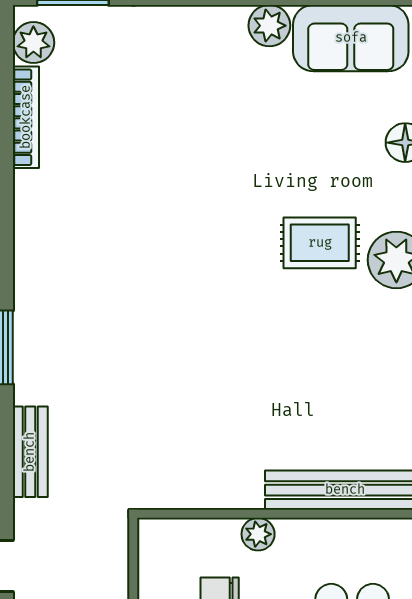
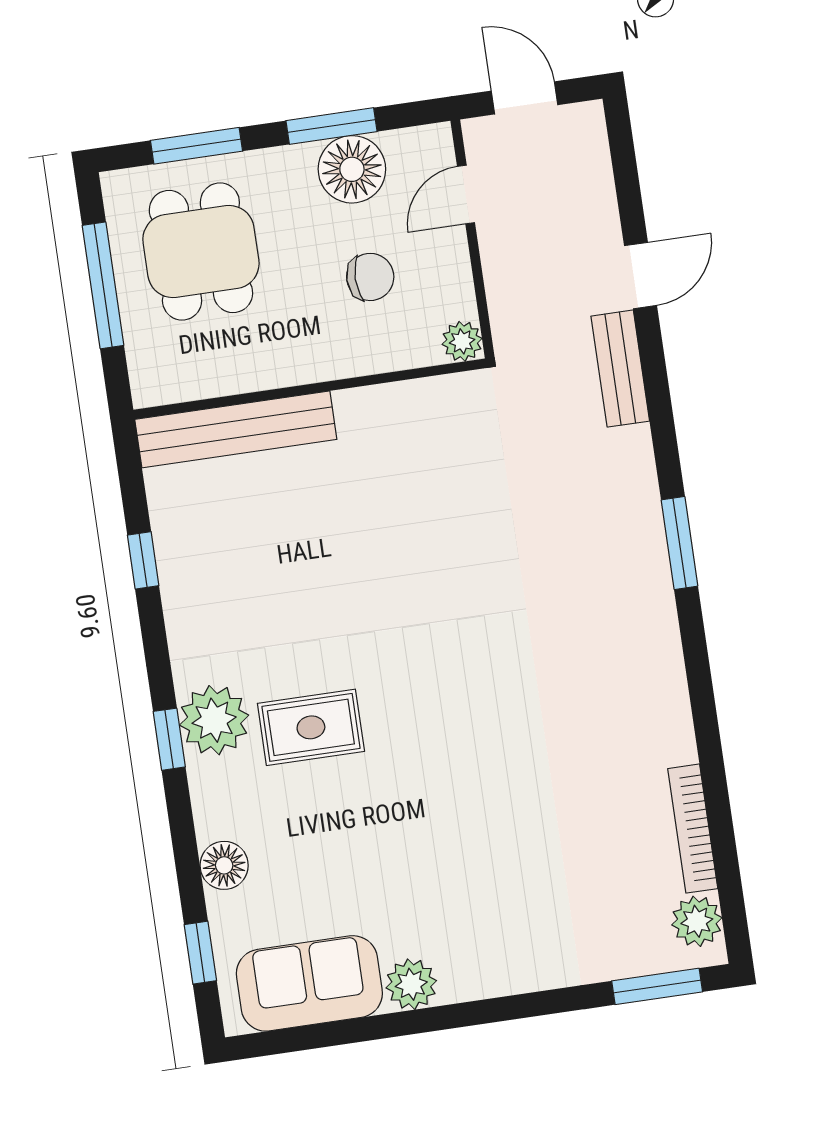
bench: (30, 452) -> (620, 369), moved
plant: (258, 534) -> (462, 341), moved

